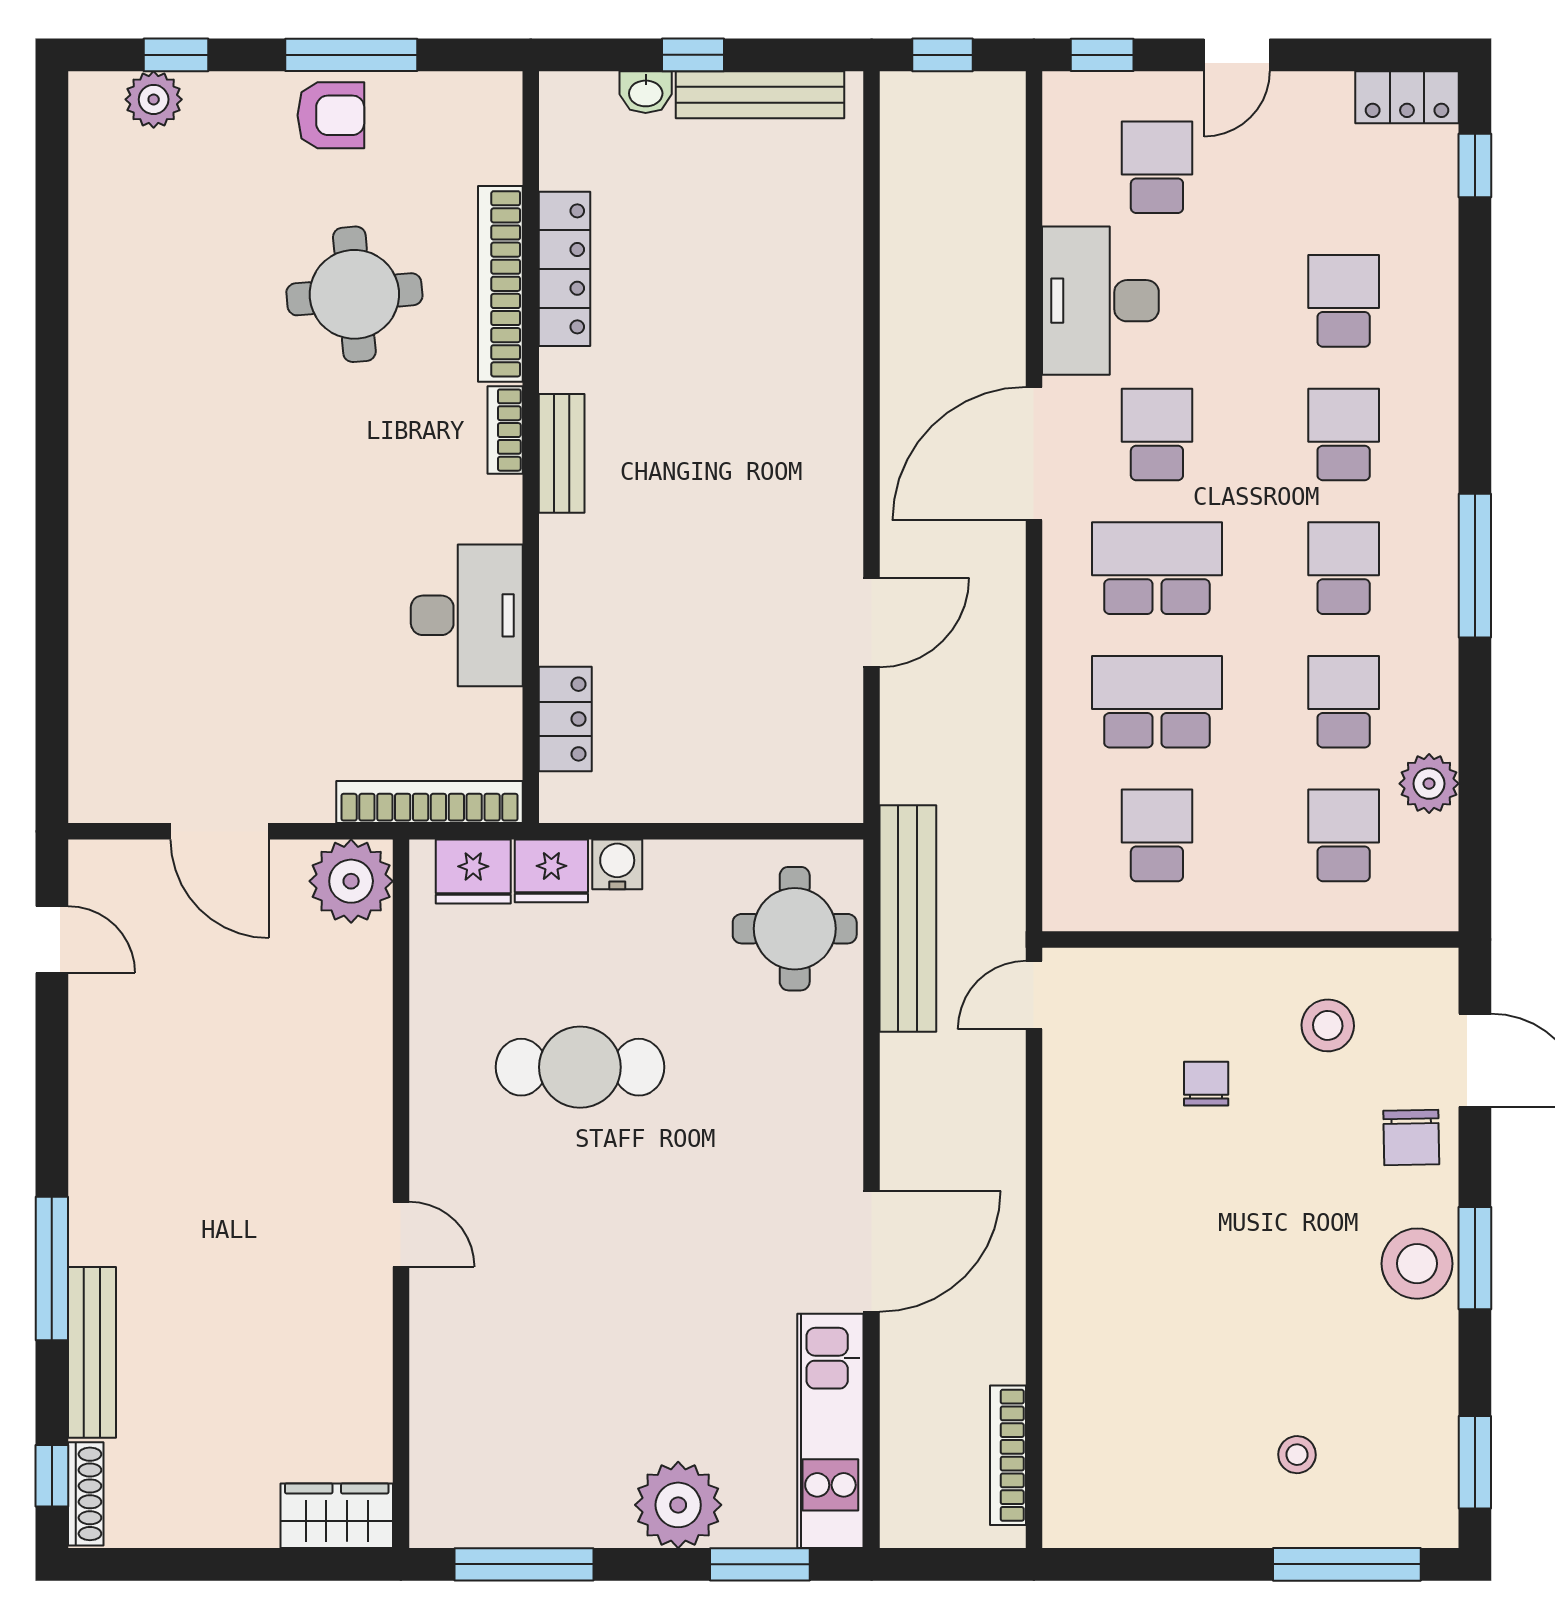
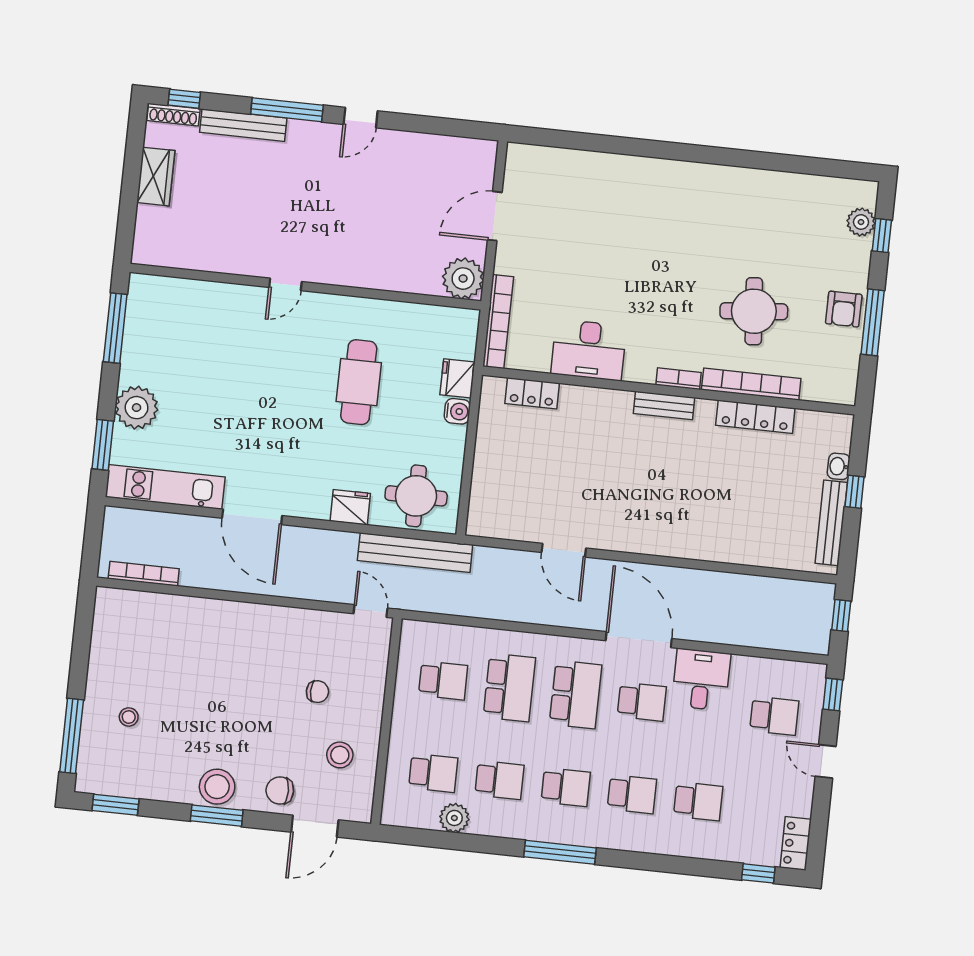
desk: (1100, 301) -> (701, 680), width x0.73
fridge: (473, 872) -> (350, 507), moved, turned 90
door: (52, 940) -> (361, 118), moved
wardrobe: (337, 1516) -> (156, 177), moved

